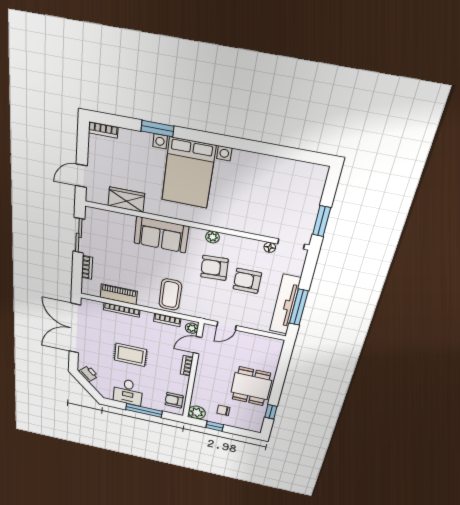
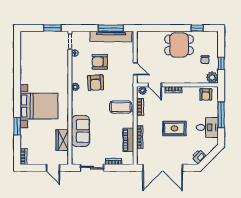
sofa: (161, 235) -> (80, 131), moved
armchair: (247, 281) -> (100, 62), turned 90
rug: (130, 355) -> (174, 128), turned 90

